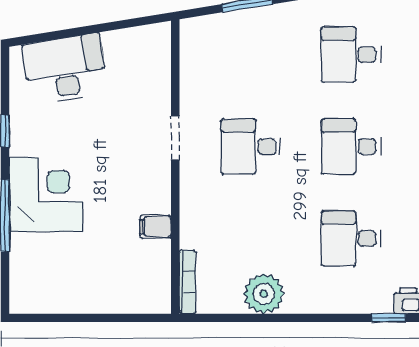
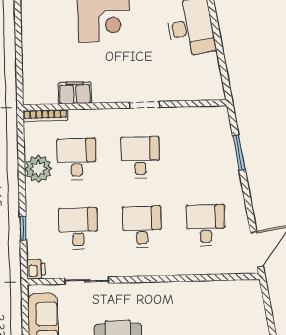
filing cabinet: (156, 227) -> (75, 93), width x2.00
desk: (251, 238) -> (76, 159), added
window: (389, 318) -> (23, 228), moved

